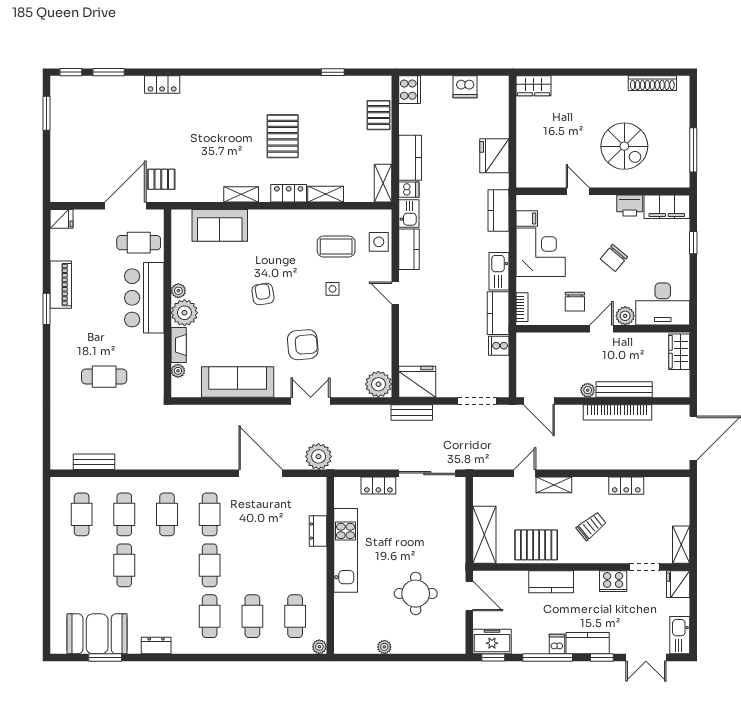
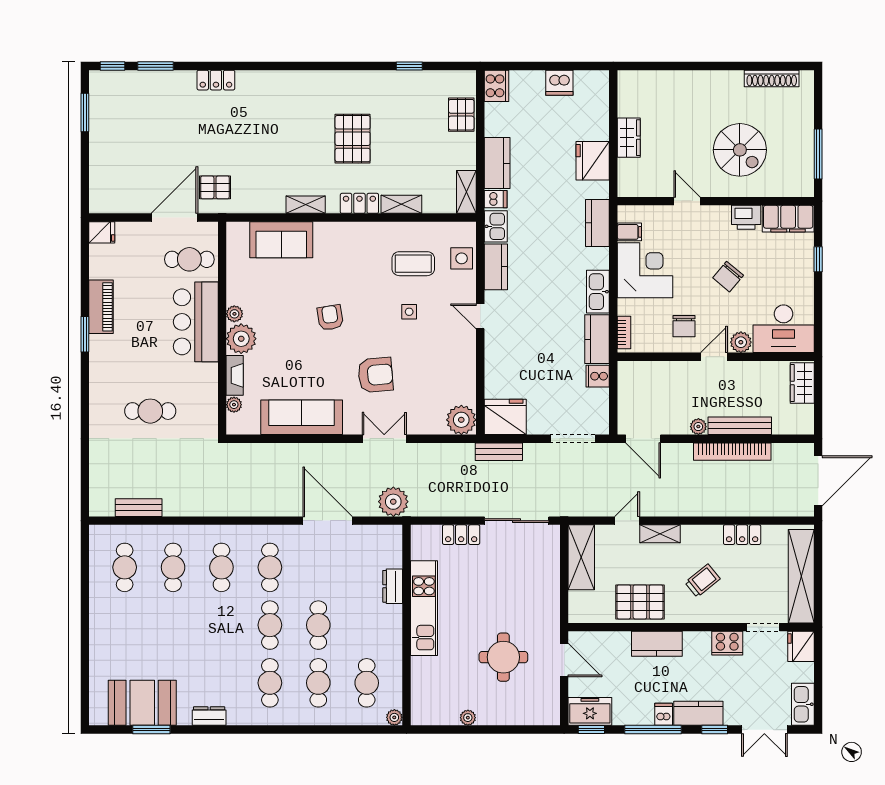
wardrobe: (534, 86) -> (629, 138), moved, turned -90
shelving: (484, 535) -> (581, 557), moved
shelving: (681, 545) -> (801, 576), width x2.20, depth x1.33
cafe table: (124, 565) -> (318, 625), moved

